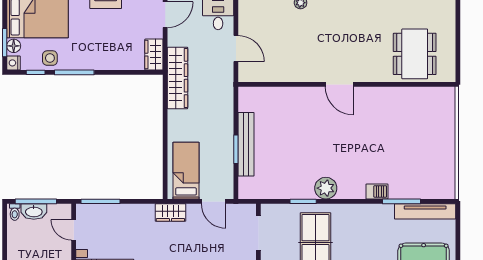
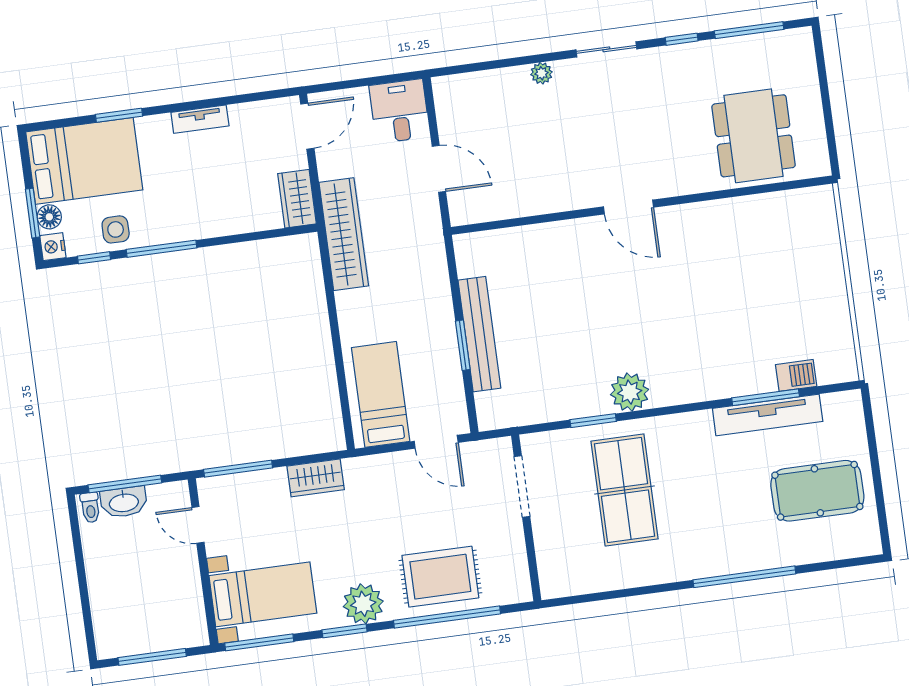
barbecue: (377, 191) -> (796, 375), moved
tv unit: (425, 211) -> (768, 415), moved
wardrobe: (170, 212) -> (316, 478), moved

